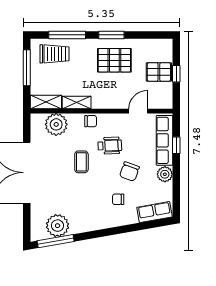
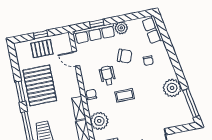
pallet: (114, 60) -> (40, 85), width x1.37, depth x1.41
pallet: (159, 72) -> (42, 49), turned 90
plant: (58, 226) -> (172, 88), moved

